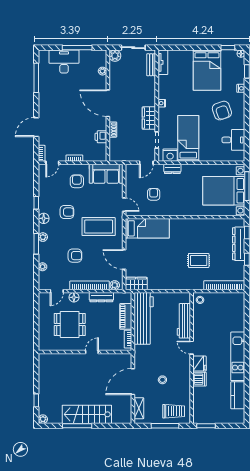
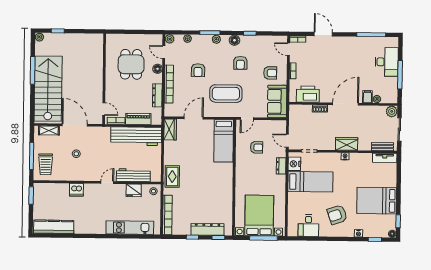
filing cabinet: (100, 81) -> (367, 97), added
wardrobe: (149, 118) -> (347, 144), moved
printer: (101, 137) -> (308, 94), width x1.87, depth x1.48
coffee table: (99, 227) -> (226, 94), turned 90
rug: (199, 260) -> (172, 176), moved
plant: (115, 285) -> (170, 39), moved
door: (92, 352) -> (104, 109), moved
kitchen unit: (238, 356) -> (130, 228), moved
fridge: (199, 364) -> (134, 190), moved
kitchen counter: (238, 395) -> (54, 227), width x1.50
stairs: (87, 414) -> (48, 89), width x1.36, depth x1.51

